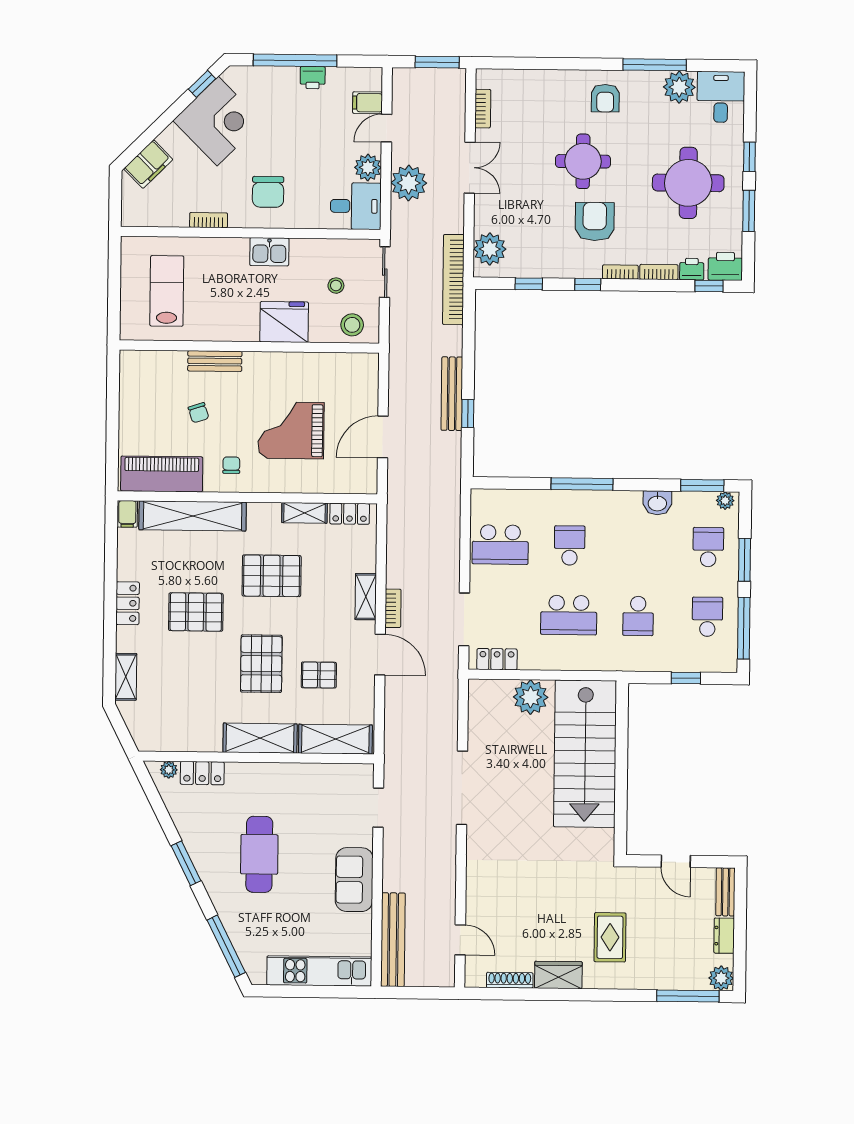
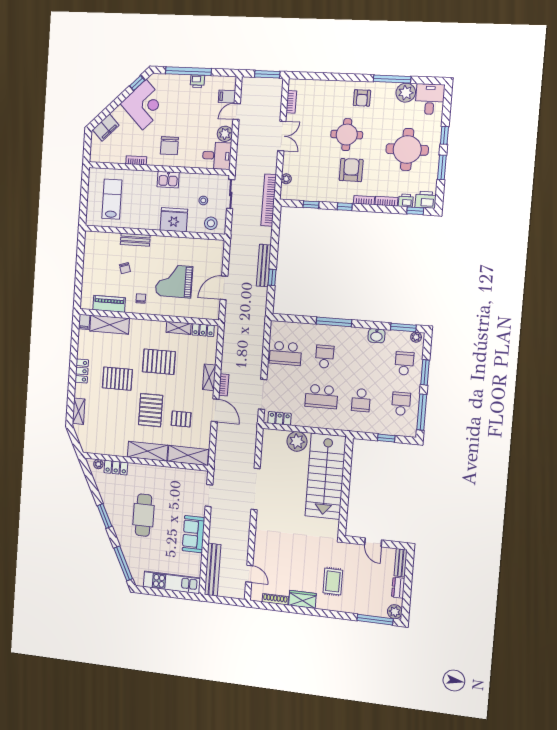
plant: (409, 183) -> (247, 144), removed
plant: (490, 249) -> (286, 179), width x0.53, depth x0.53
piano: (162, 474) -> (109, 304), width x0.73, depth x0.75
shelving: (193, 516) -> (110, 325), width x0.68

